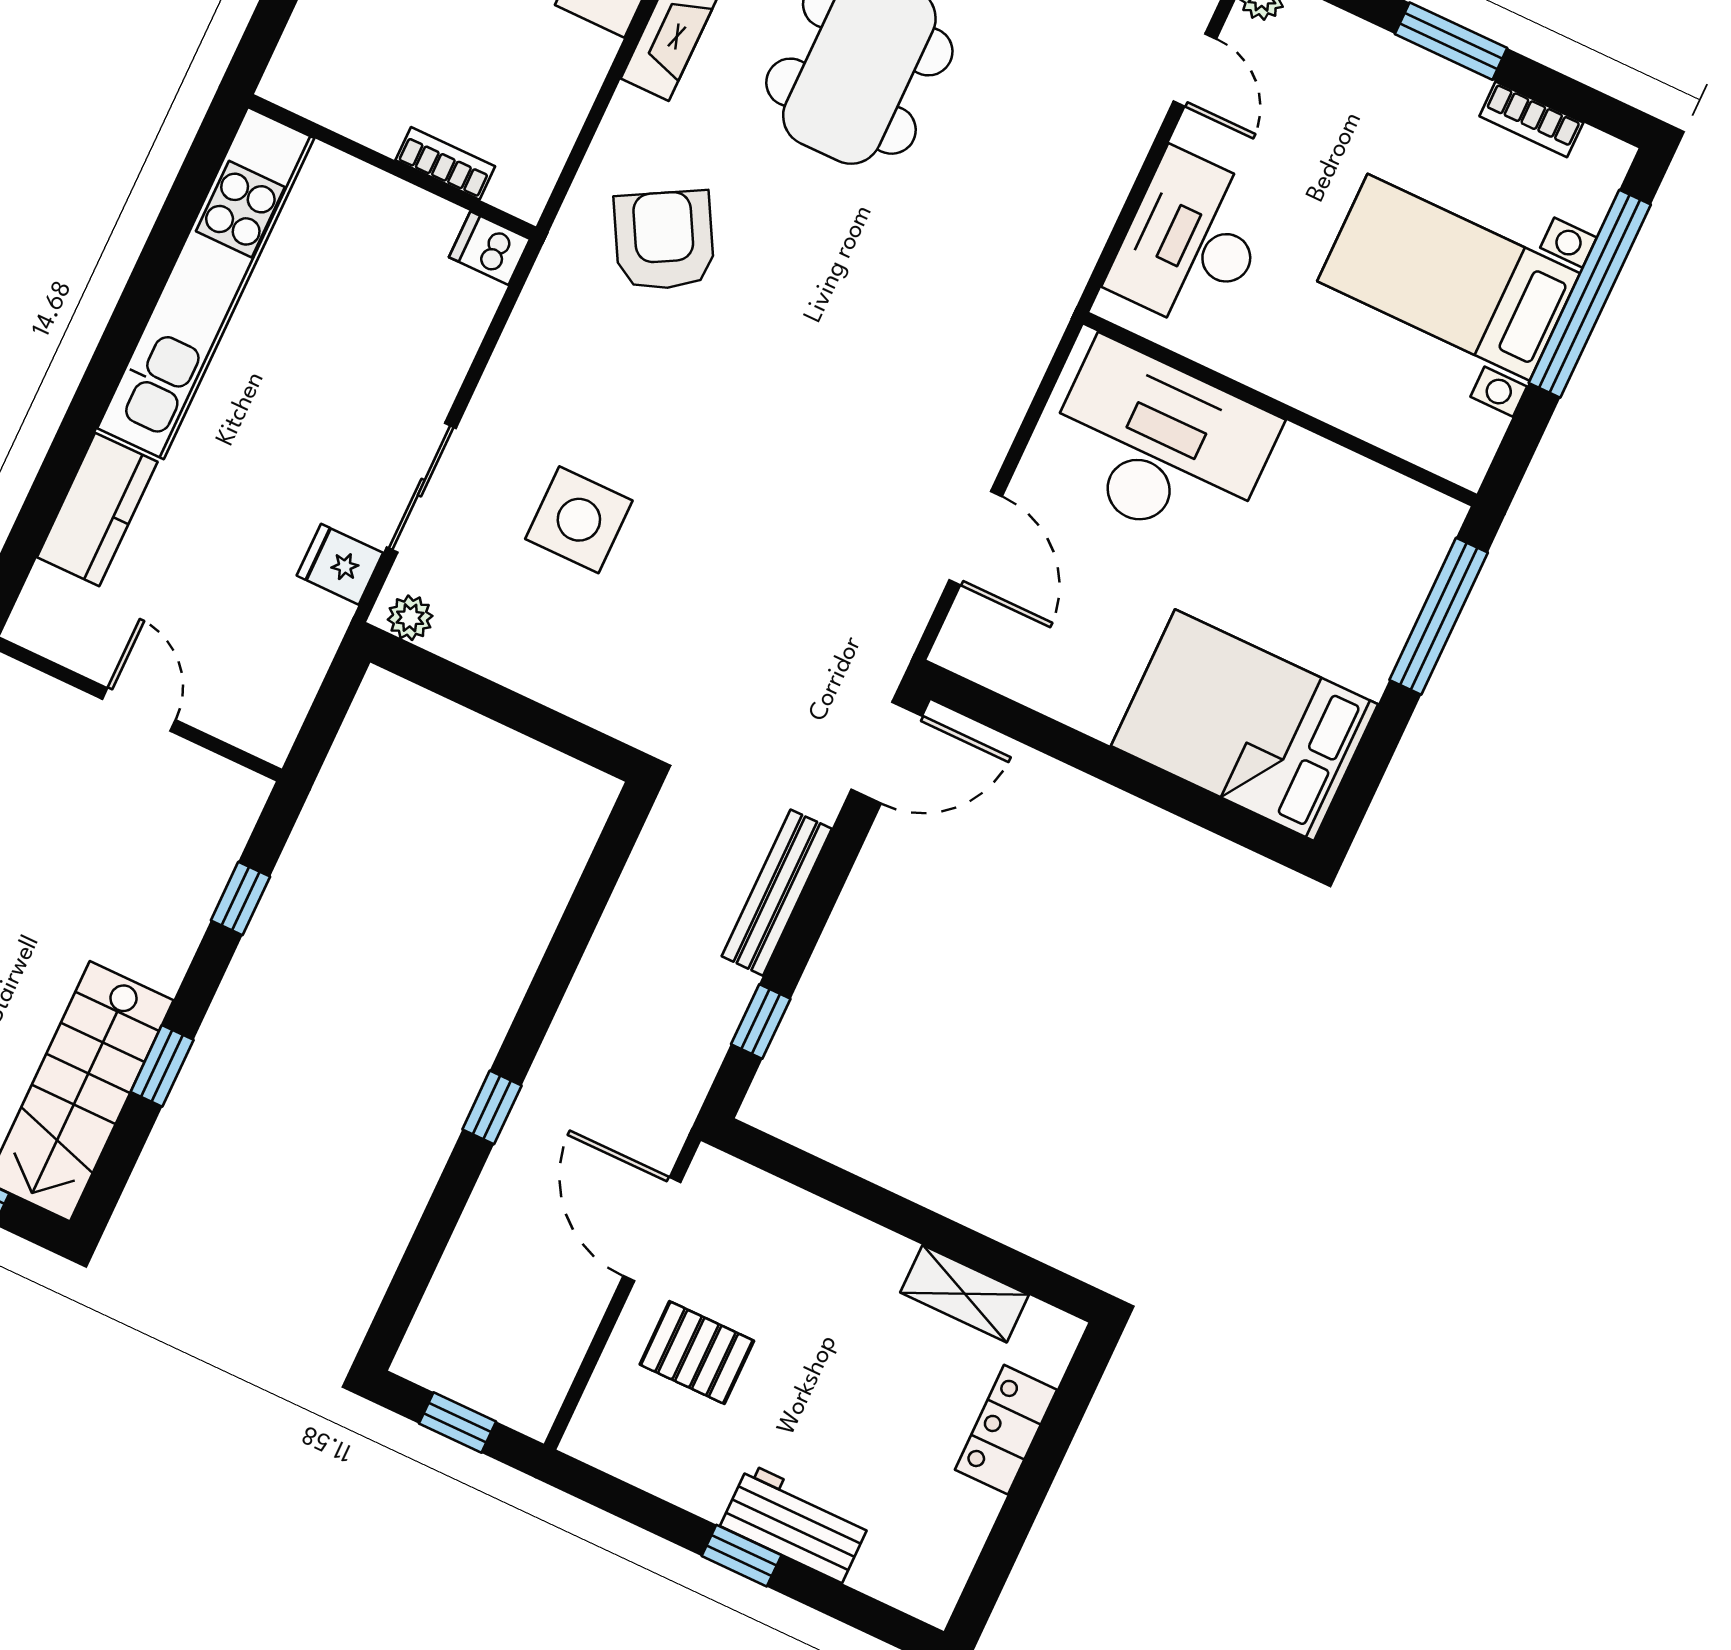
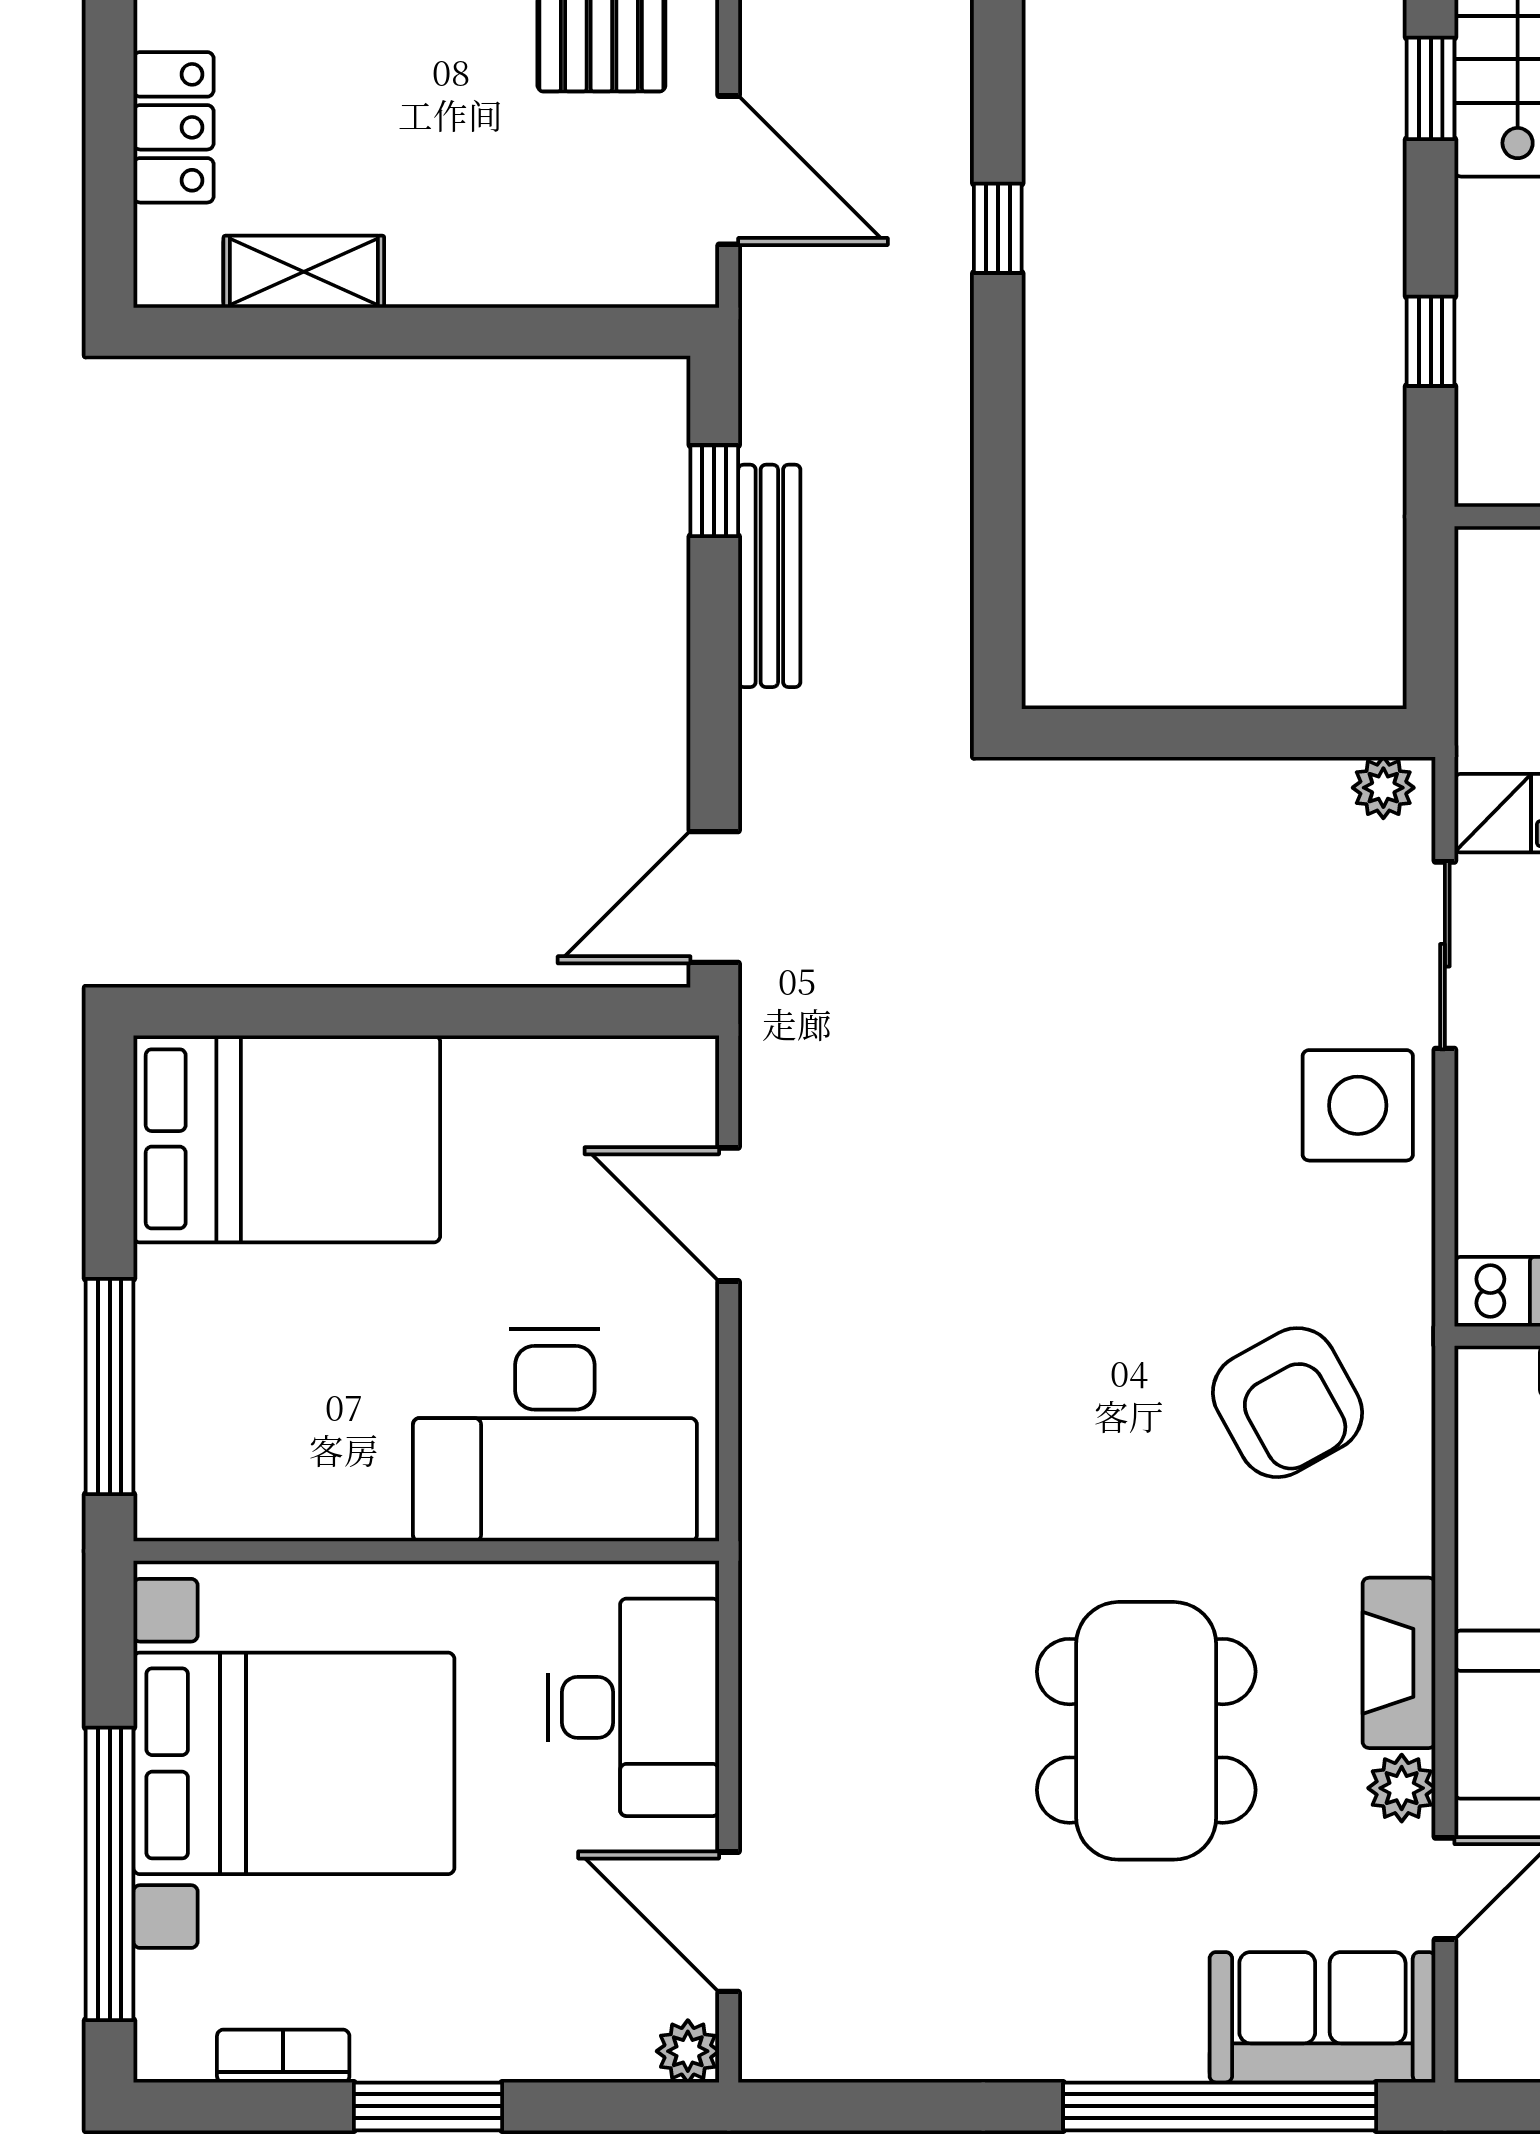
door: (1195, 70) -> (729, 1922), width x1.38
bed with nightstands: (1449, 277) -> (294, 1763), width x1.36
side table: (579, 520) -> (1358, 1105), moved
bench: (777, 893) -> (769, 576), moved

